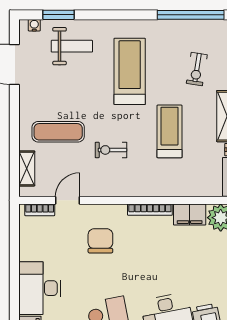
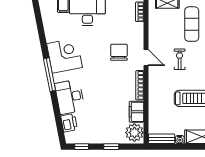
door: (67, 200) -> (146, 58), moved
chair: (100, 241) -> (119, 52), turned -90

